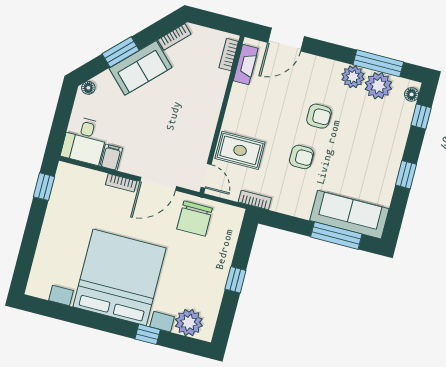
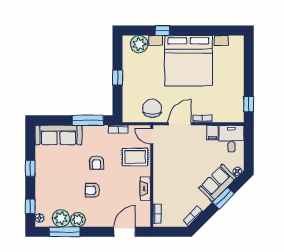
fireplace: (246, 65) -> (145, 189), moved
sofa: (140, 68) -> (217, 183), moved
armchair: (302, 157) -> (97, 163), turned -90
window: (336, 236) -> (88, 120), moved

